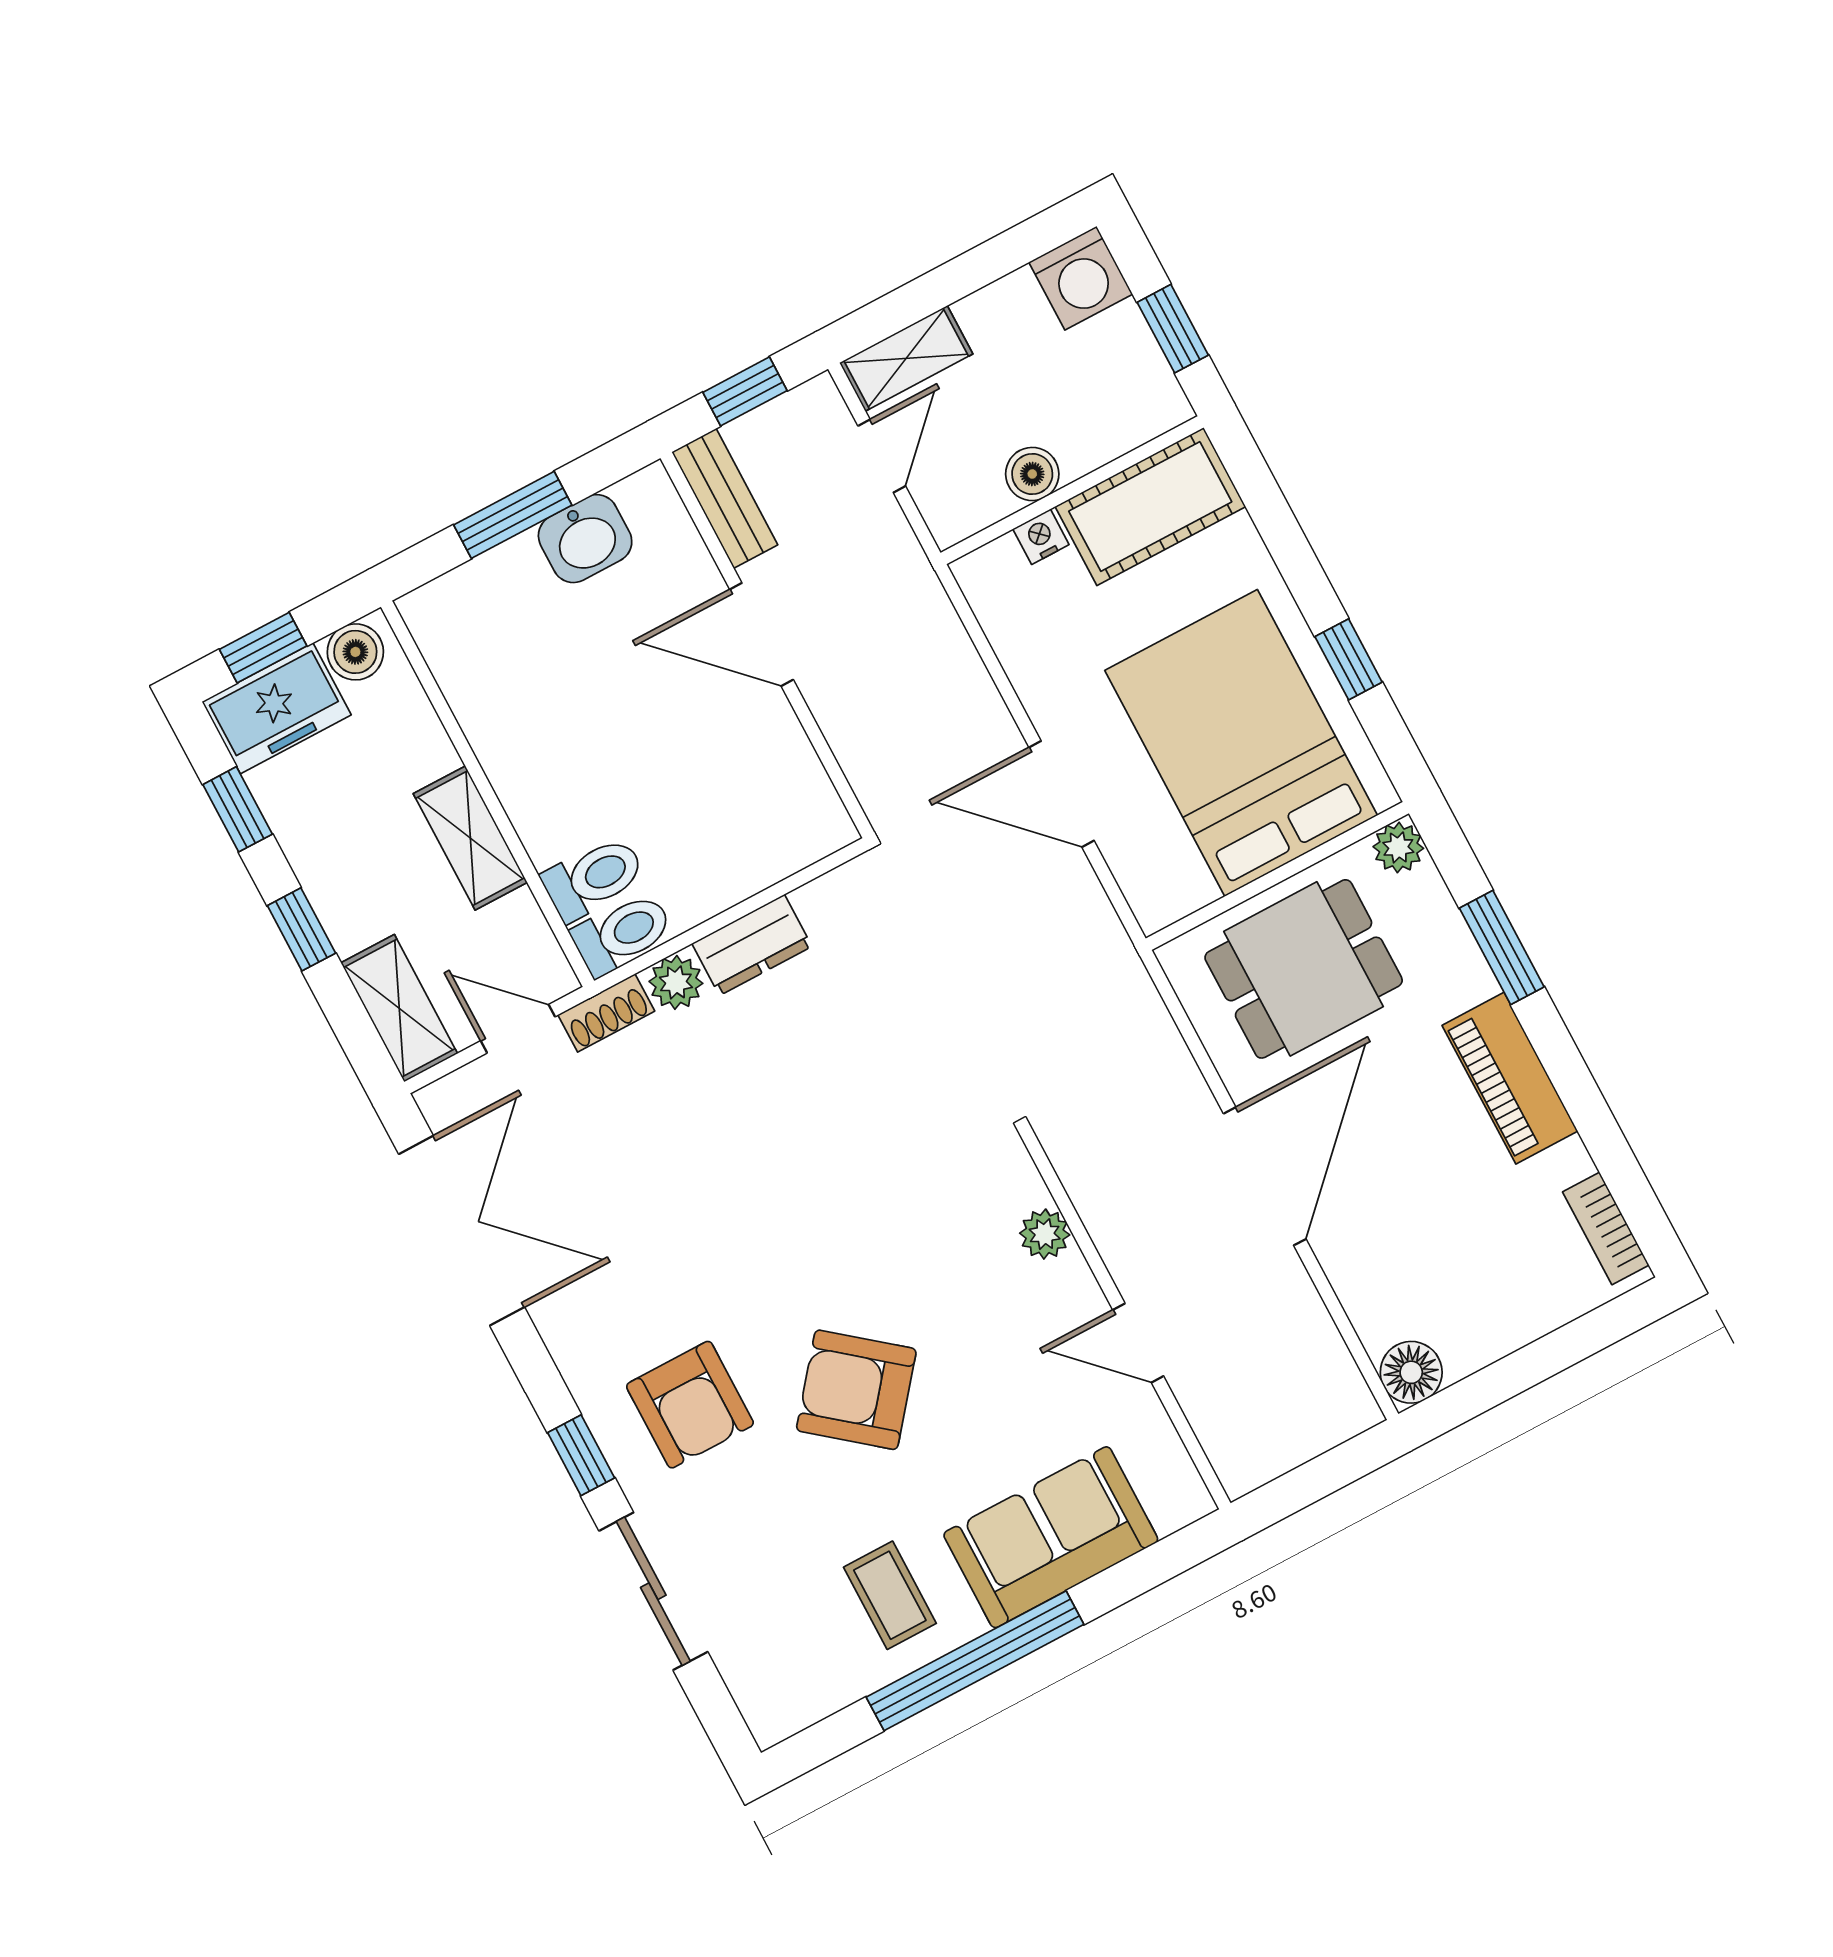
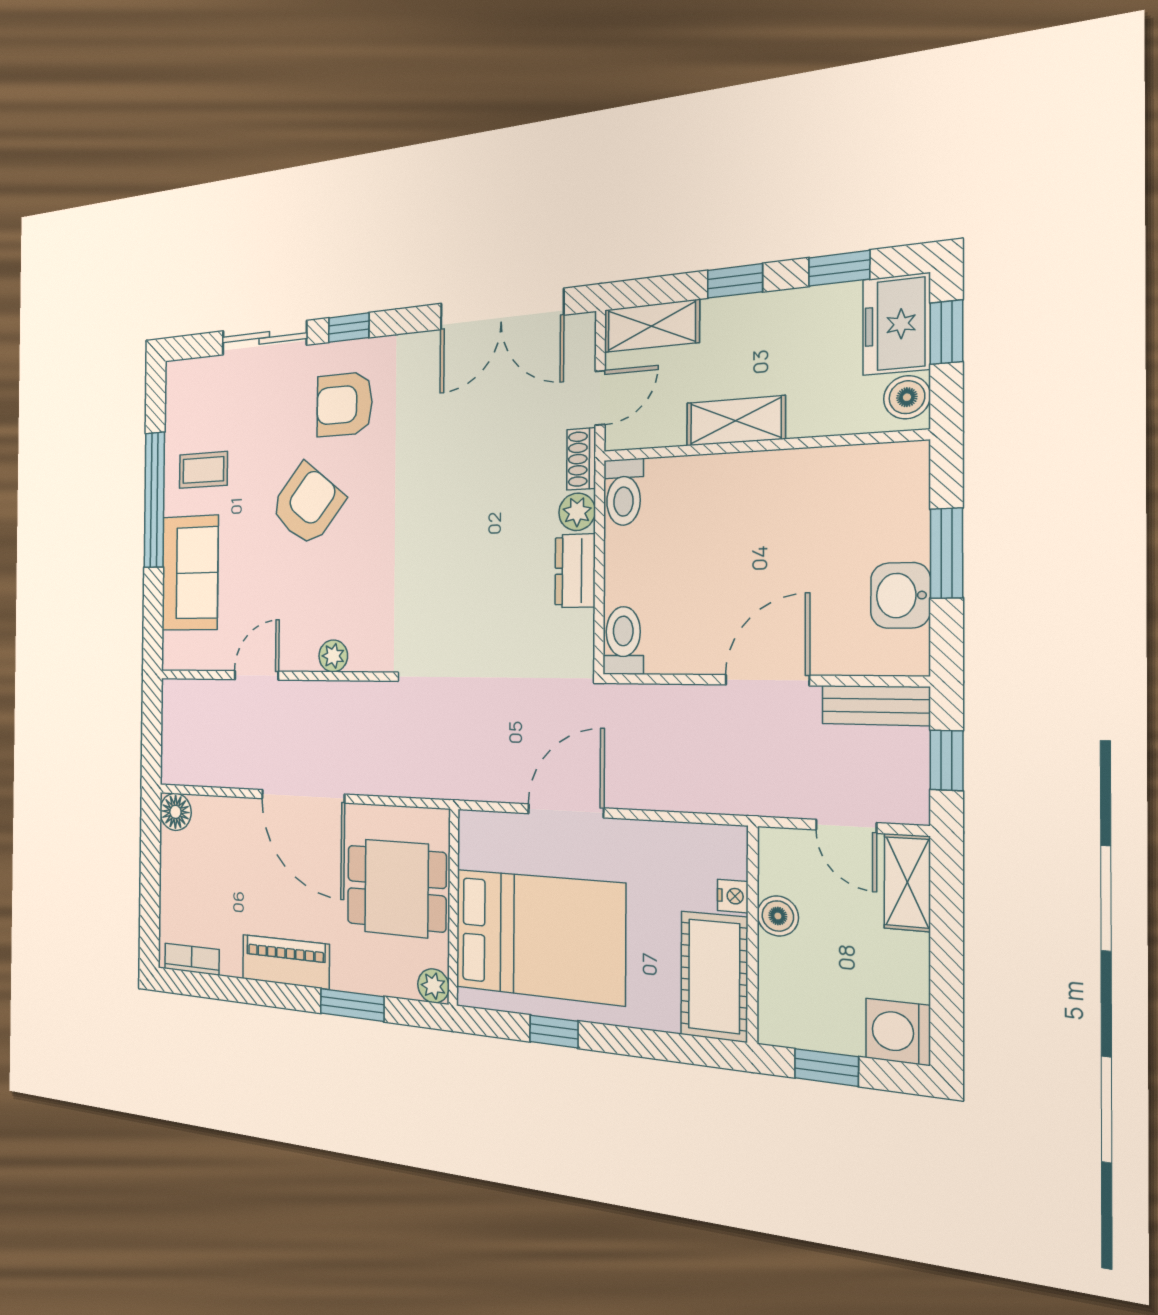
toilet: (594, 878) -> (623, 640), moved, turned 180
dining table: (1304, 969) -> (396, 888), turned 90

